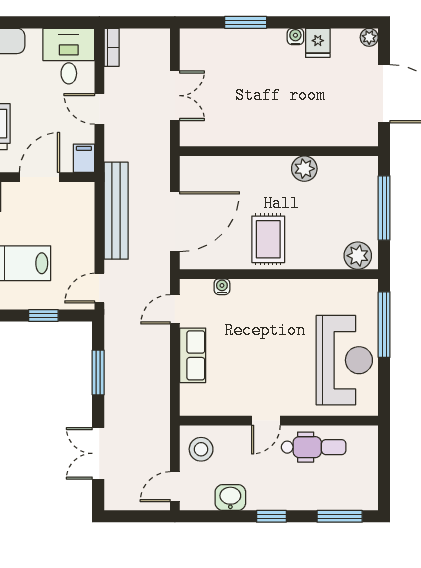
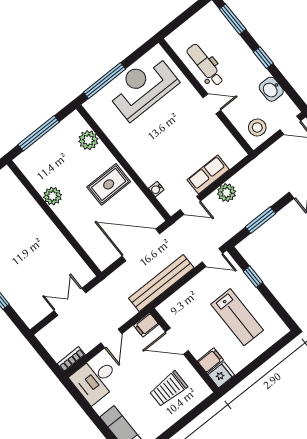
plant: (358, 256) -> (88, 140), moved
plant: (157, 360) -> (227, 193), added

